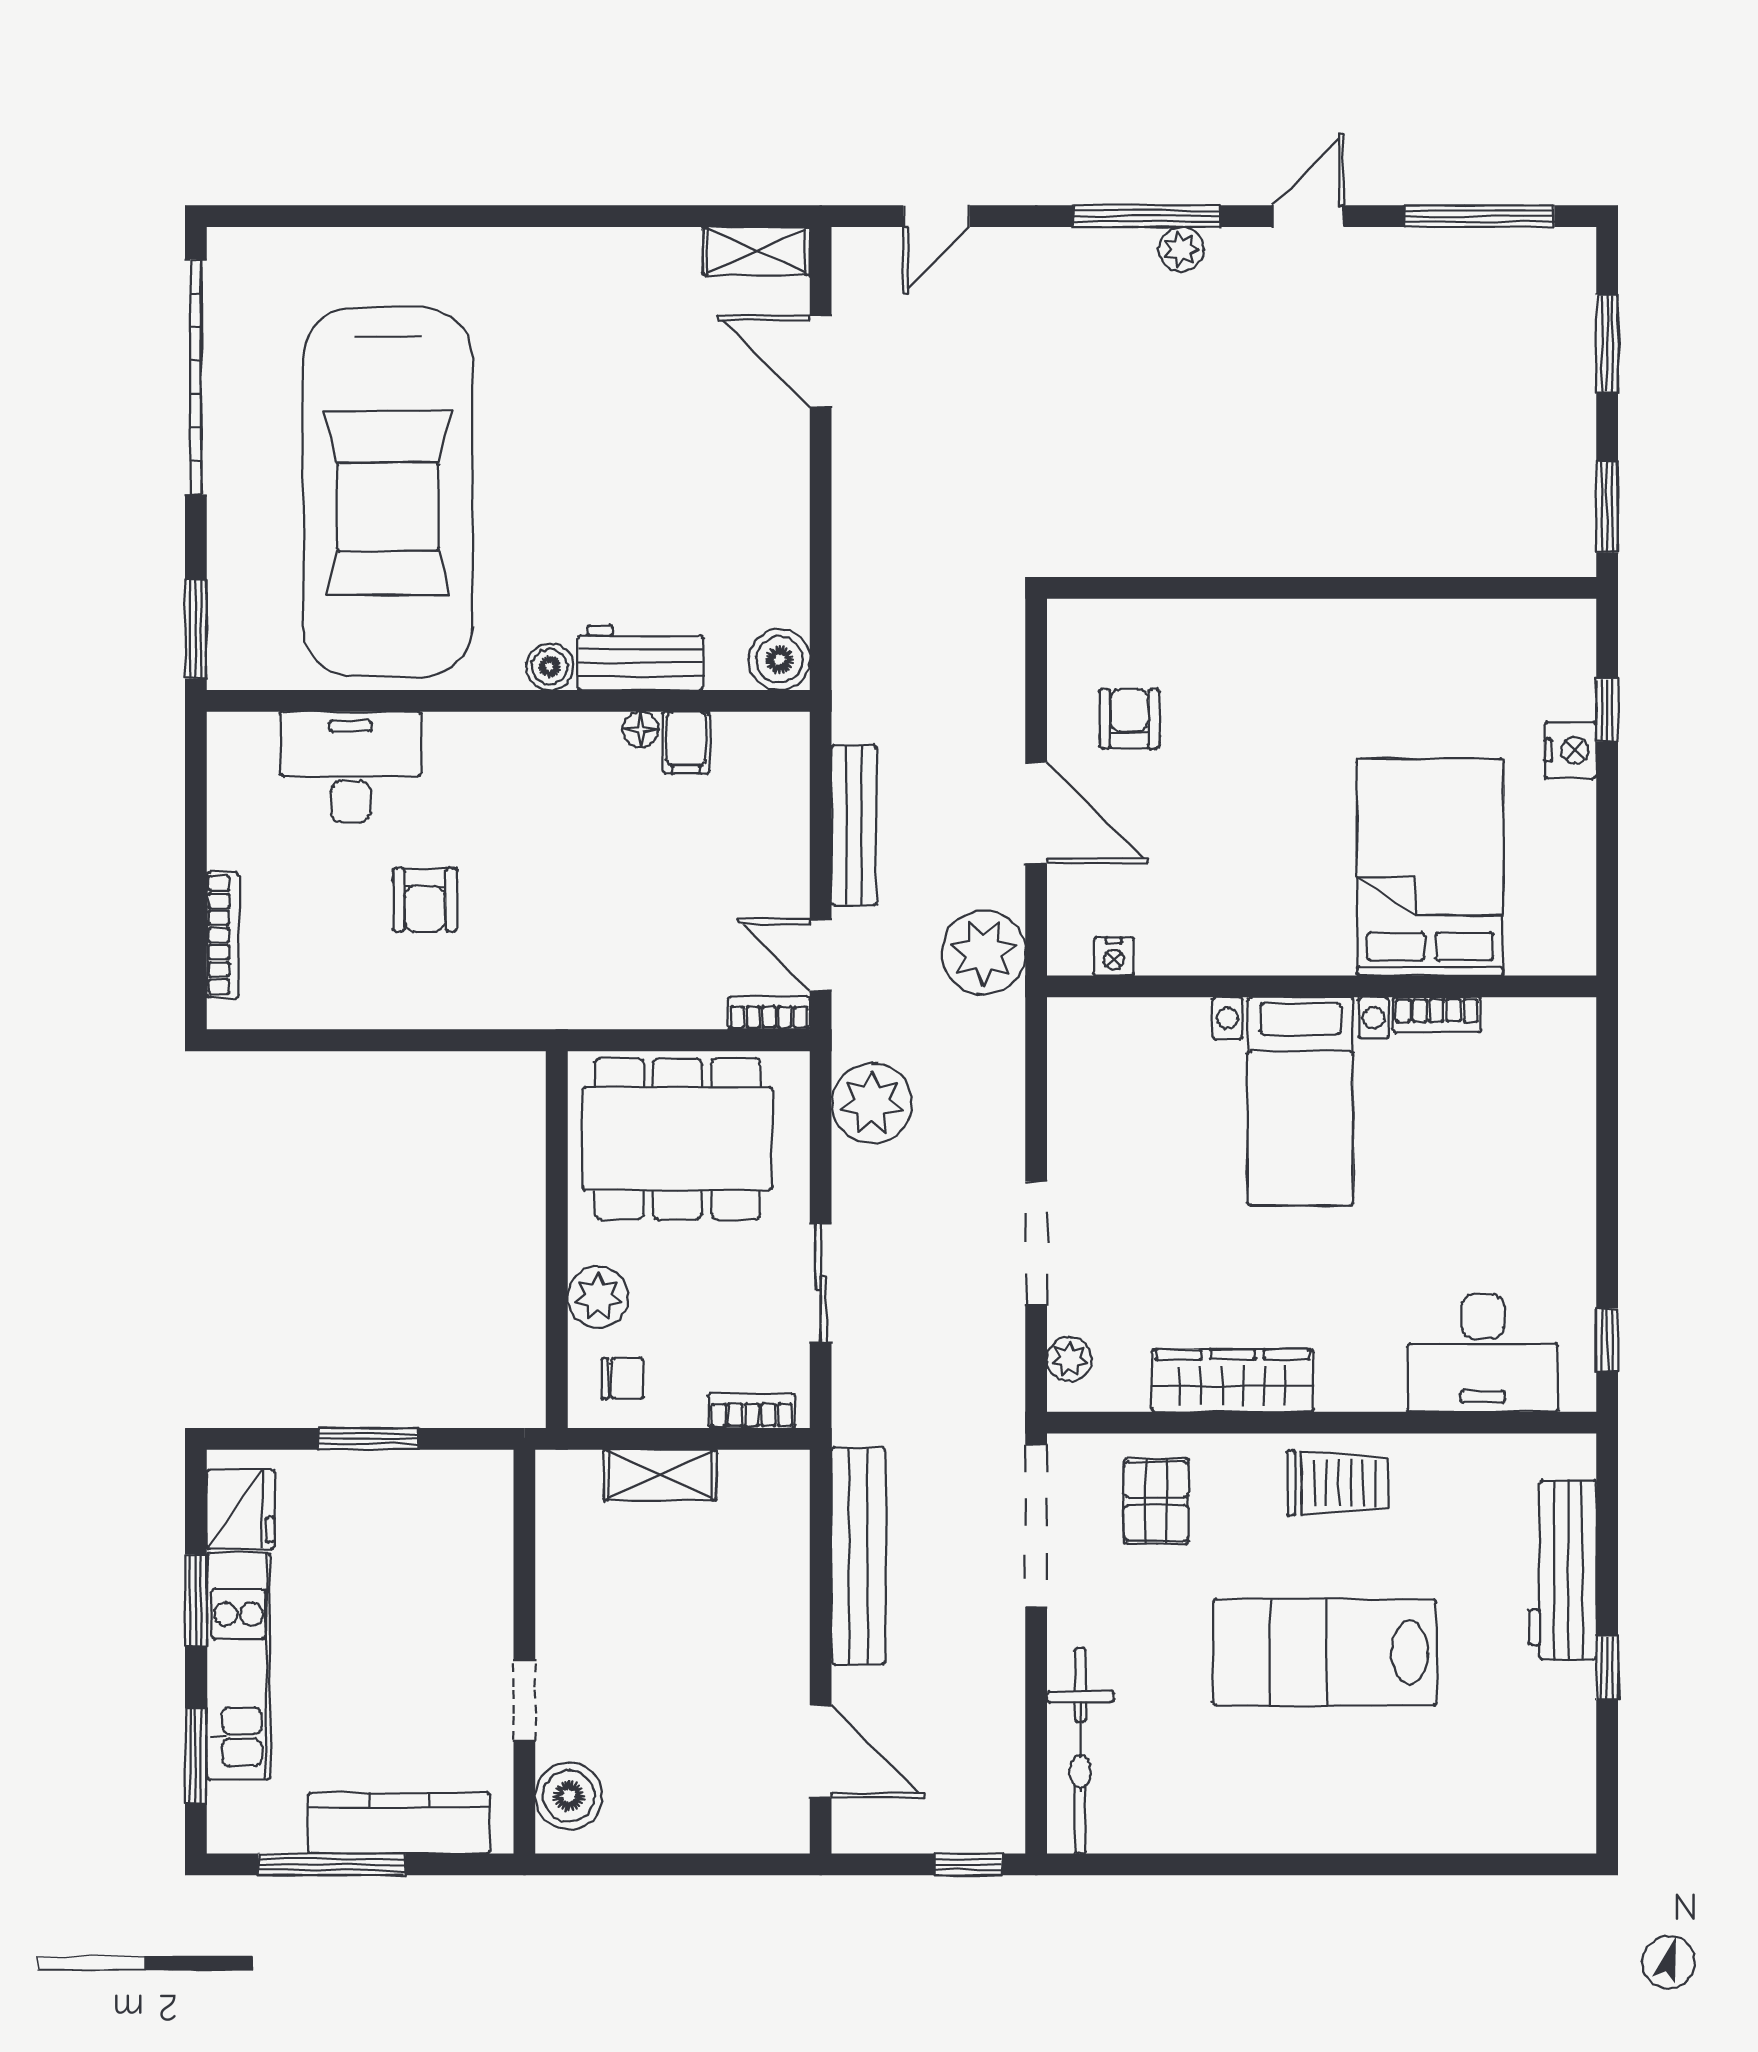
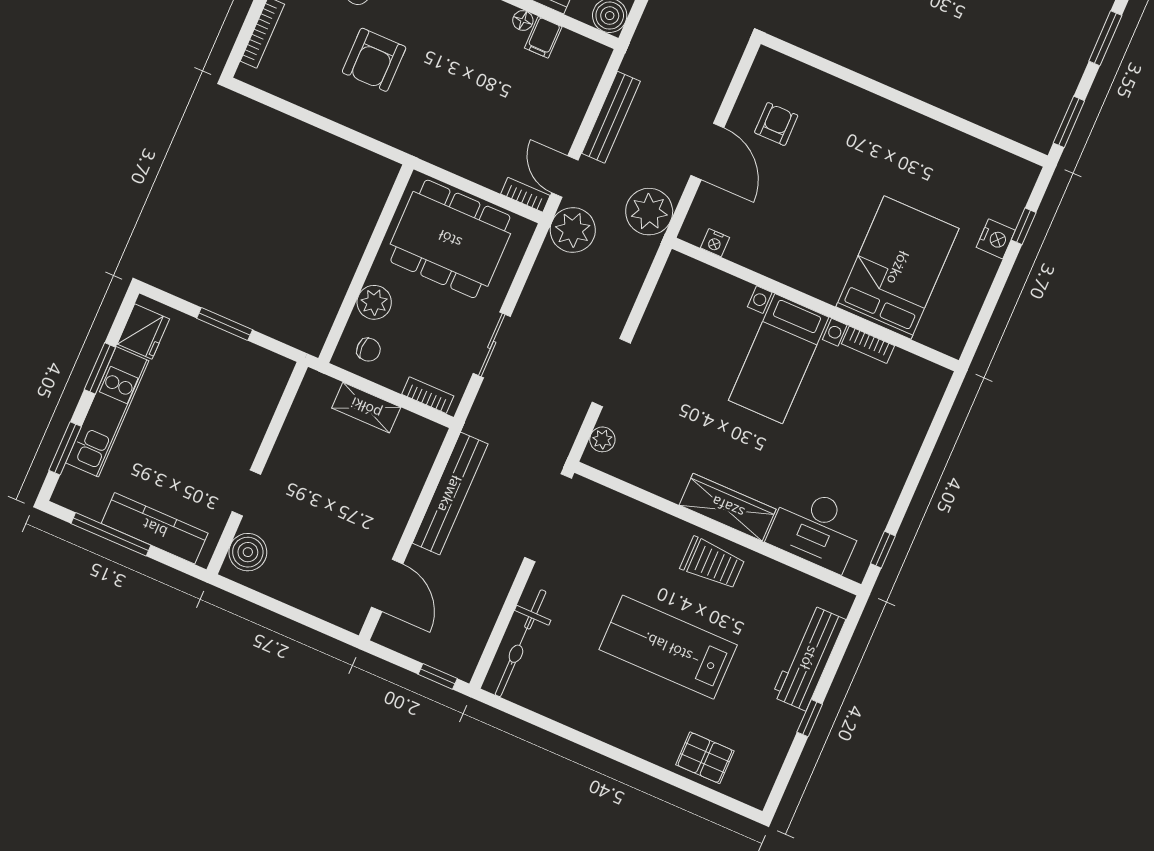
armchair: (425, 900) -> (374, 60), width x1.38, depth x1.38
plant: (872, 1103) -> (573, 230), moved
wardrobe: (1233, 1381) -> (728, 507), moved
pallet: (1156, 1501) -> (705, 758), moved, turned 90

